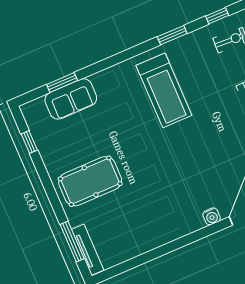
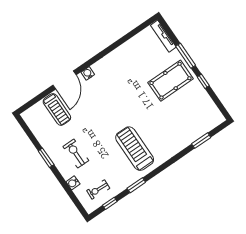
sofa: (71, 99) -> (193, 131), removed
window: (29, 142) -> (203, 81), moved
window: (72, 242) -> (186, 56), moved

